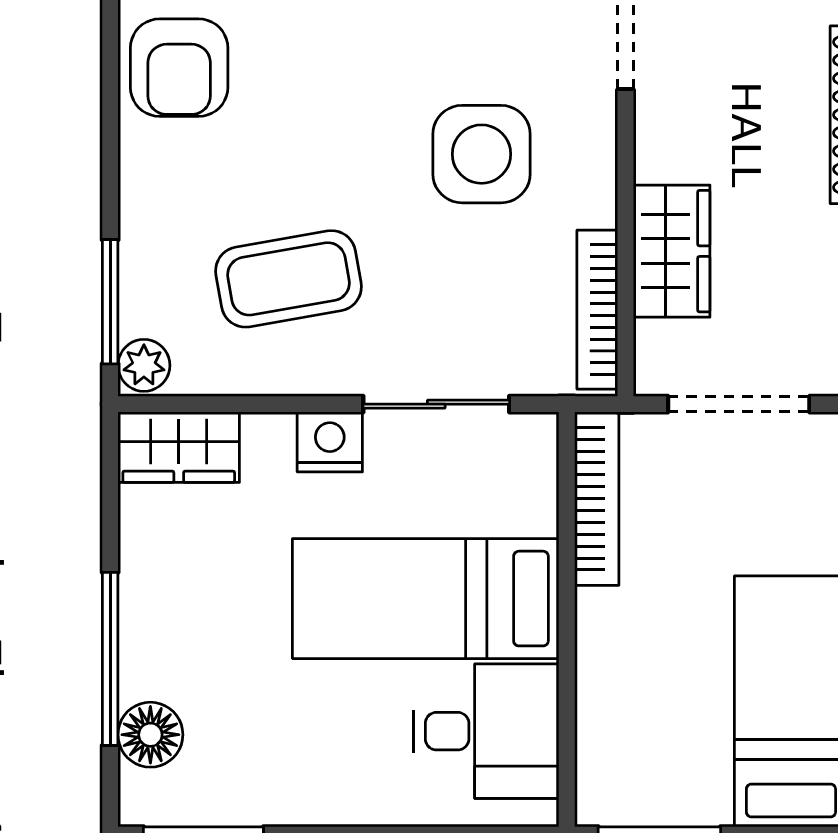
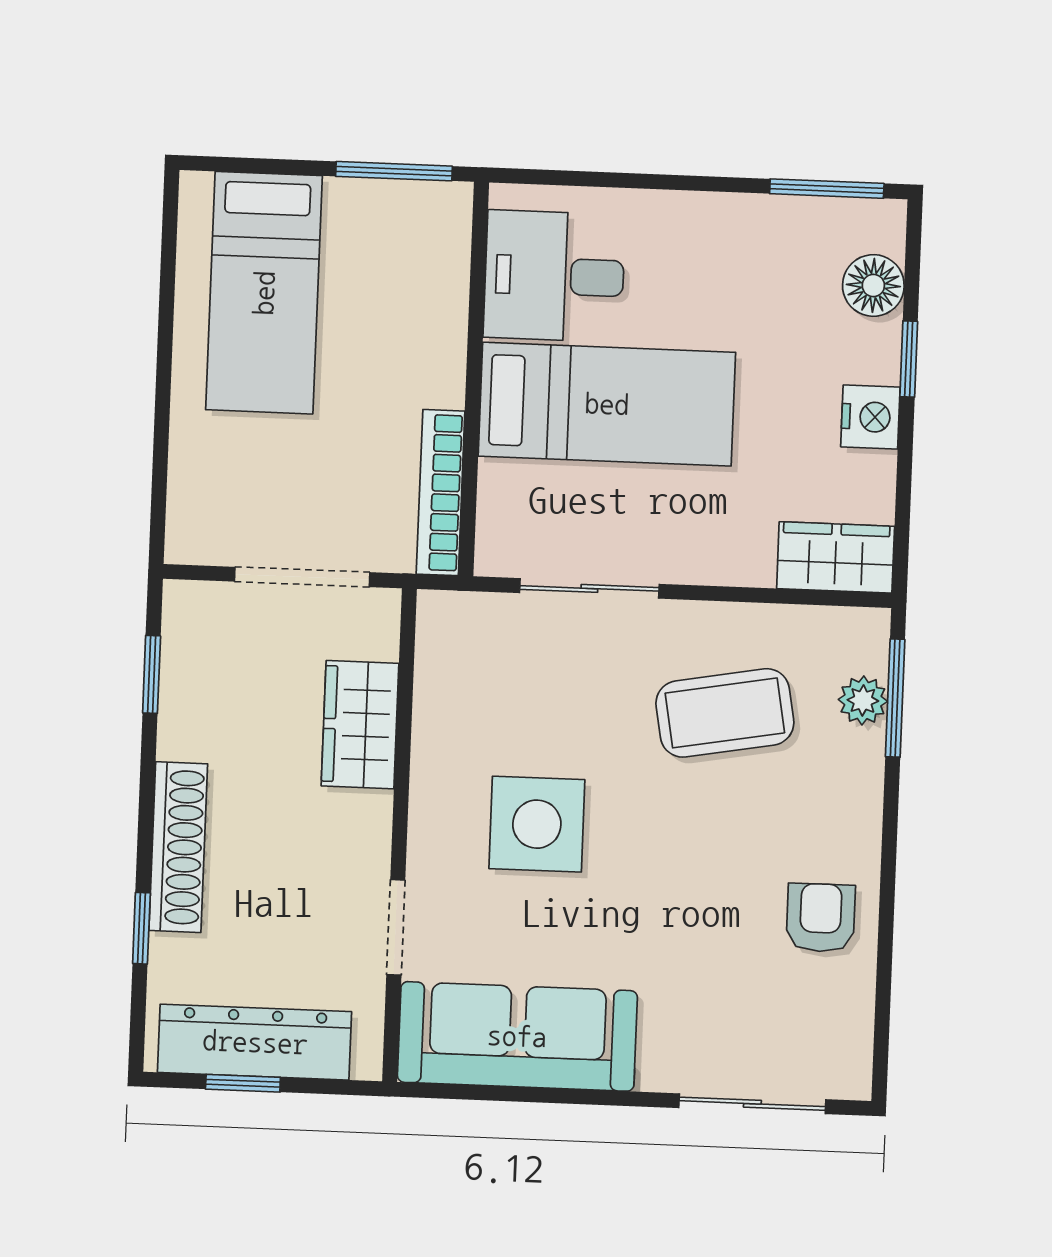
armchair: (179, 68) -> (821, 918), width x0.72, depth x0.72
bookcase: (597, 310) -> (433, 672), removed
plant: (144, 365) -> (863, 700), moved
nightstand: (330, 442) -> (870, 417), moved, turned -90
window: (110, 659) -> (909, 359), width x0.46

